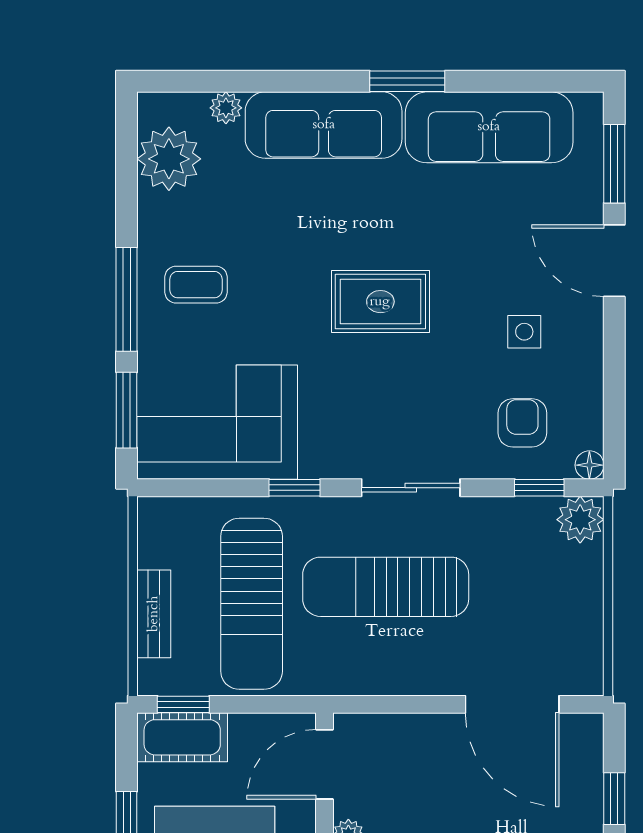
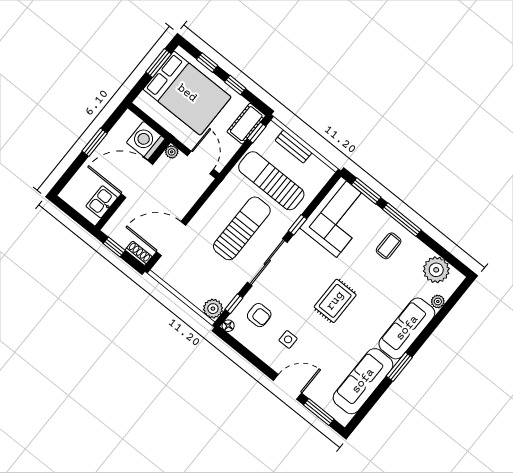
sliding door: (411, 488) -> (267, 262), width x1.37
shoe rack: (589, 743) -> (139, 253), added

